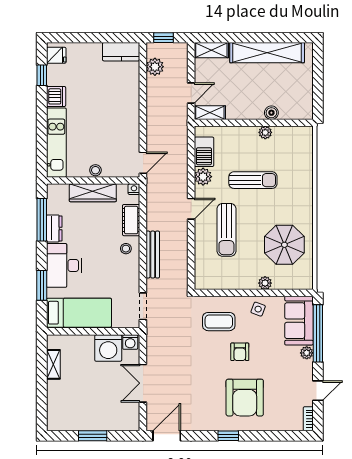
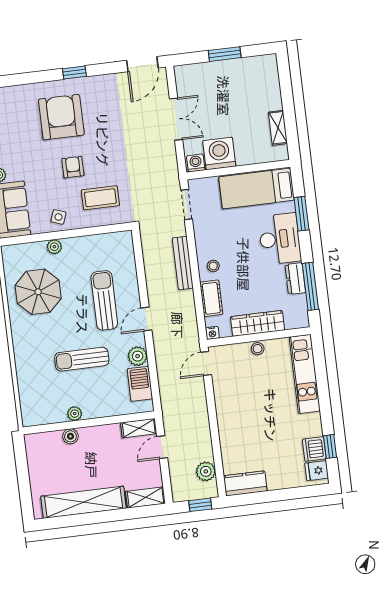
dishwasher: (56, 96) -> (314, 449), moved

